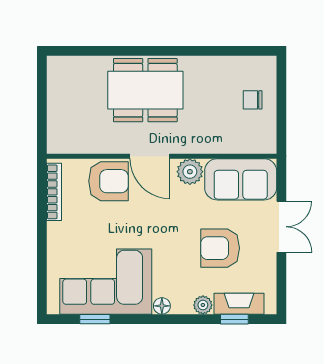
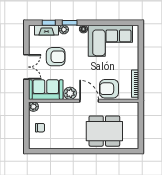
dining table: (145, 90) -> (104, 131), moved
plant: (266, 144) -> (33, 107), added
double door: (281, 227) -> (26, 67), swing flipped
window: (95, 319) -> (70, 23), moved

